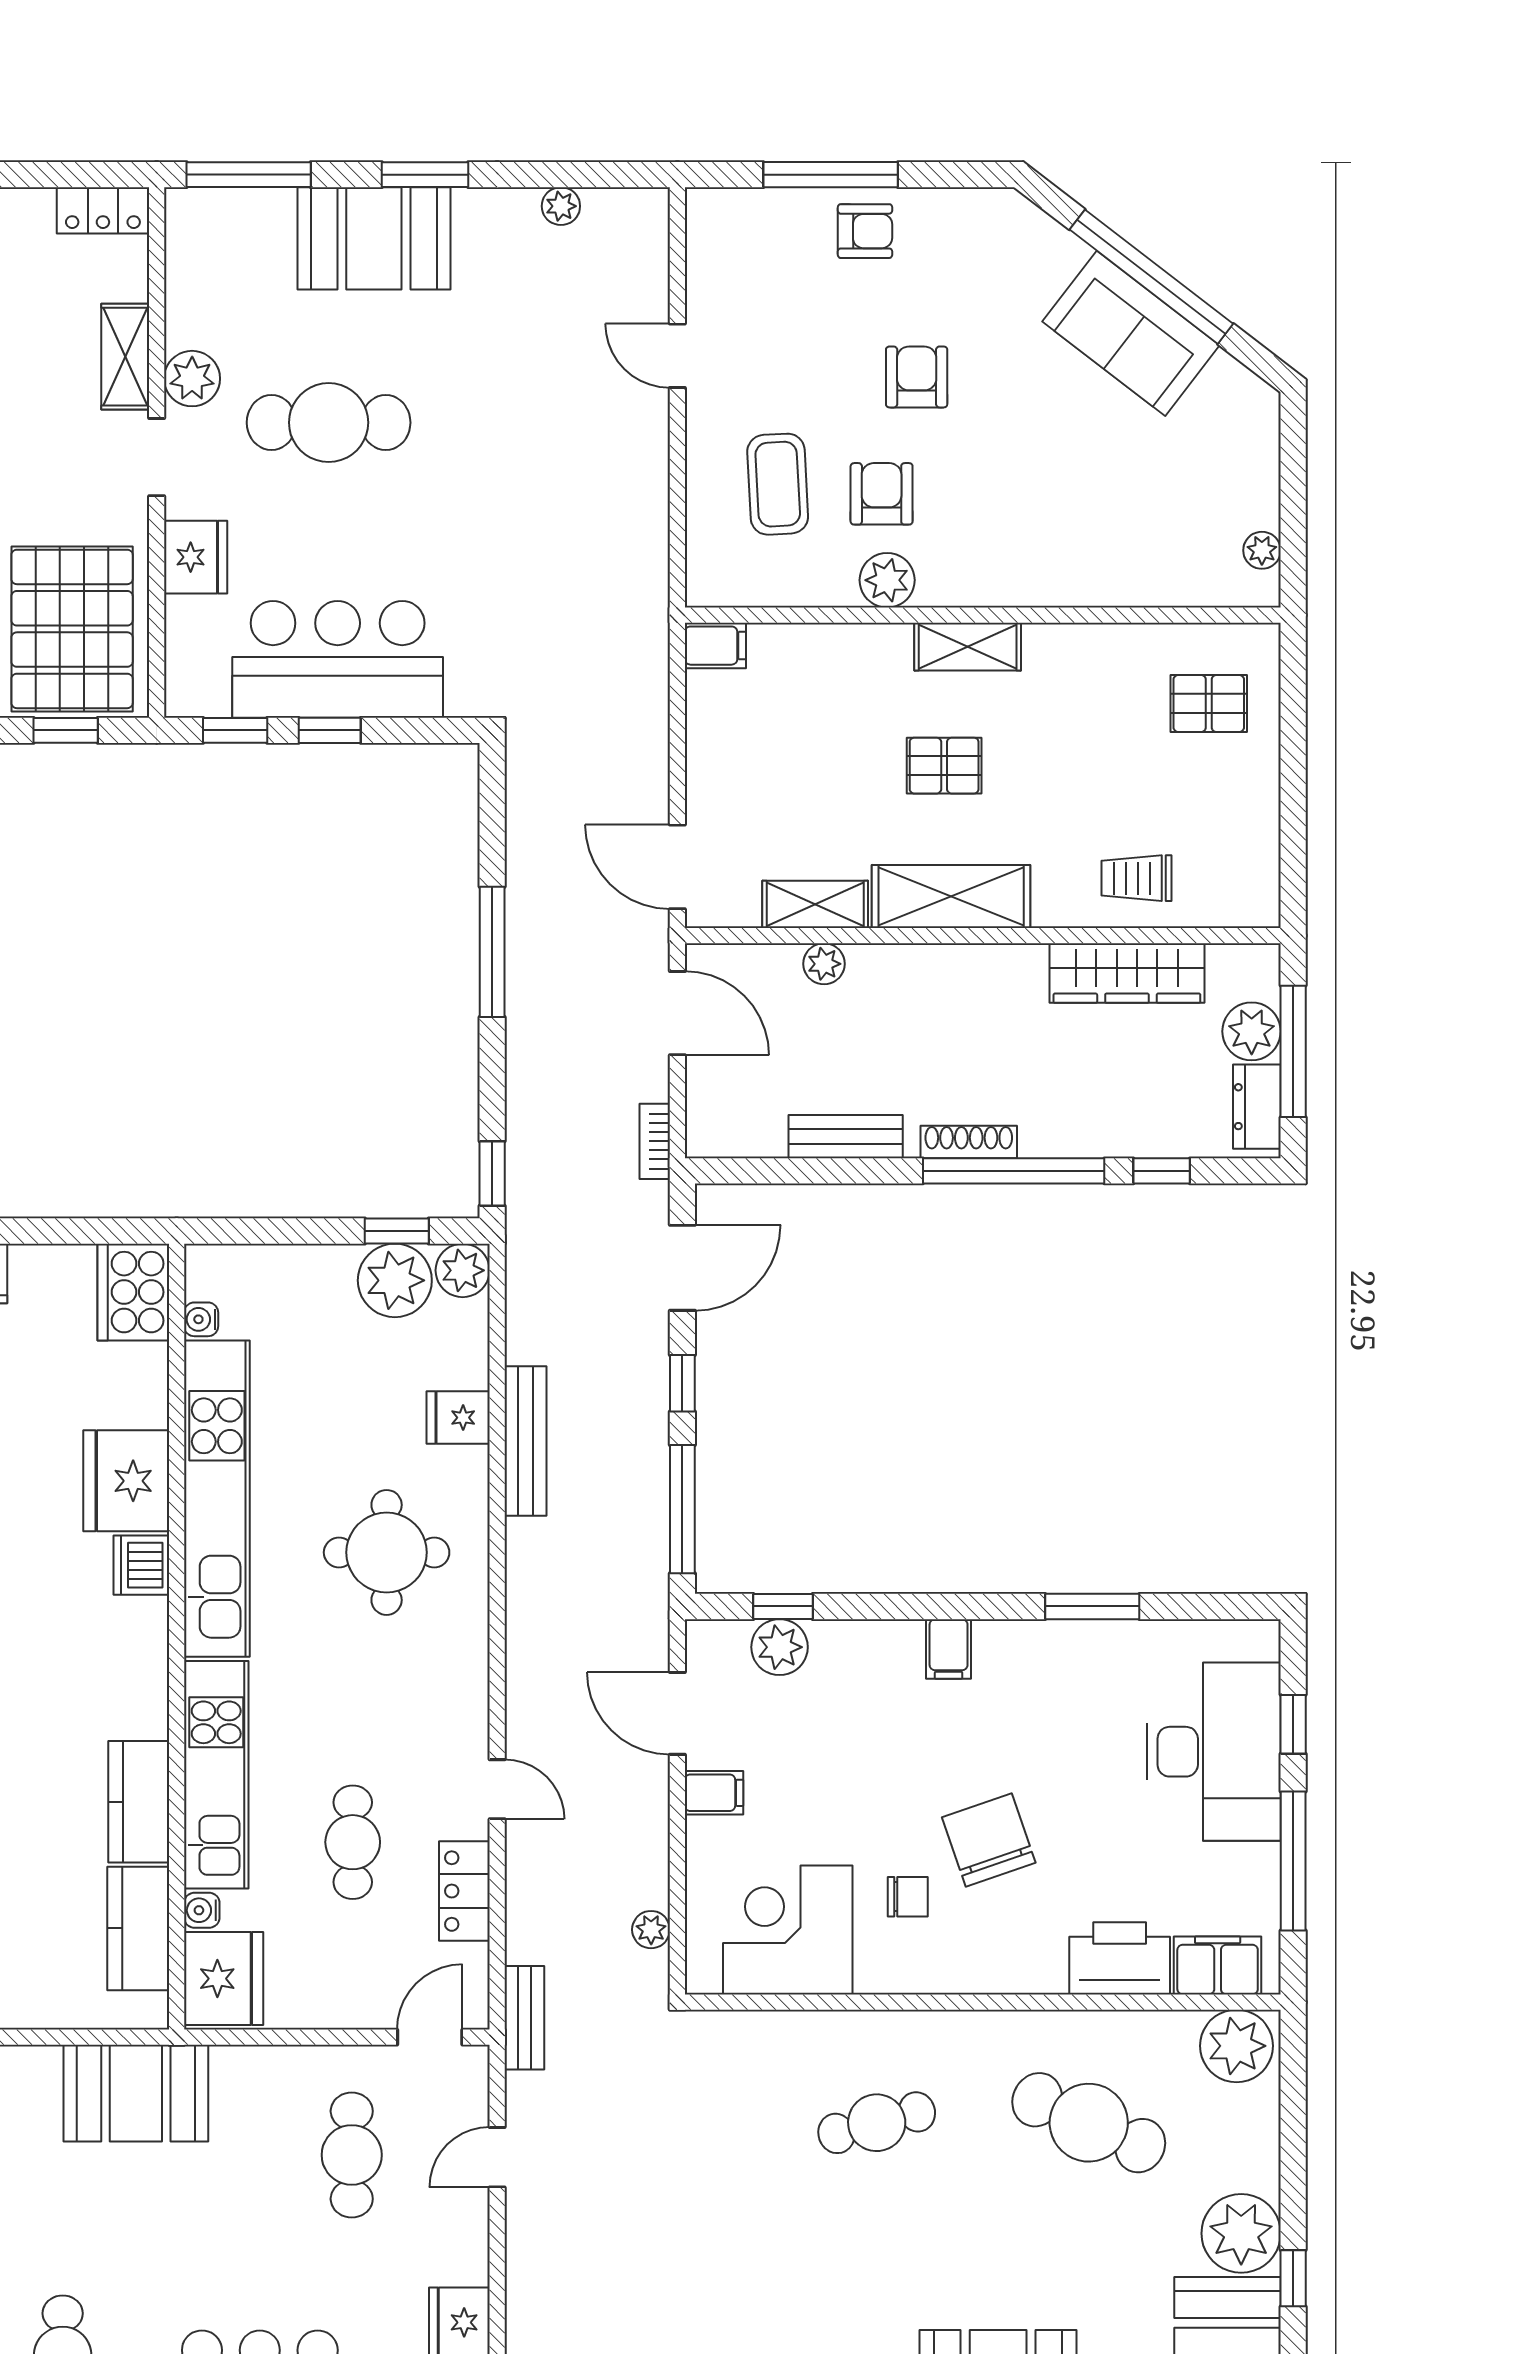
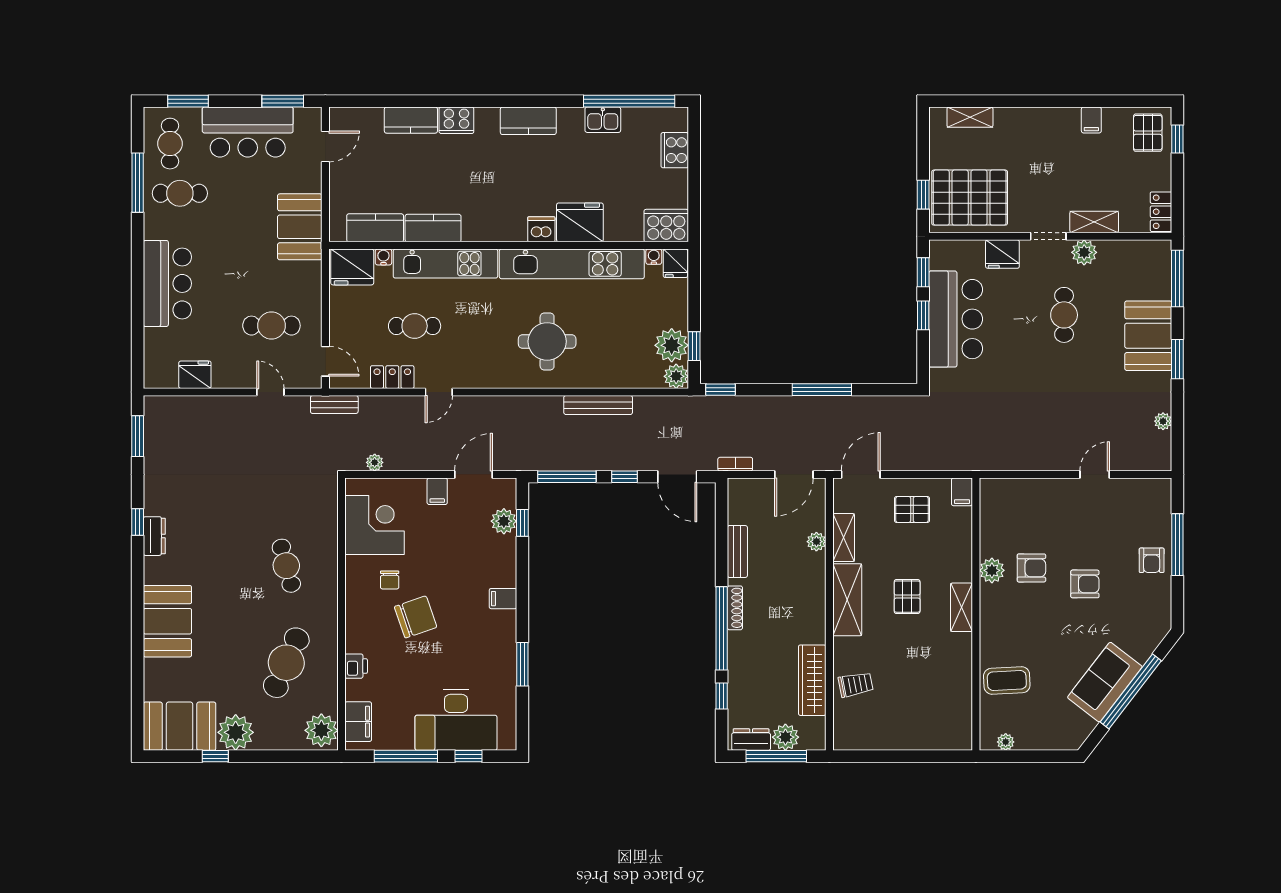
cafe table: (329, 423) -> (1064, 315), width x0.73, depth x0.74
coffee table: (778, 484) -> (1007, 681), moved
pallet: (1209, 703) -> (912, 509), moved, turned 90
trolley: (1137, 878) -> (856, 685), turned 79
fridge: (458, 1418) -> (675, 263), moved, turned 180
printer: (1120, 1958) -> (356, 666), width x0.53, depth x0.68

